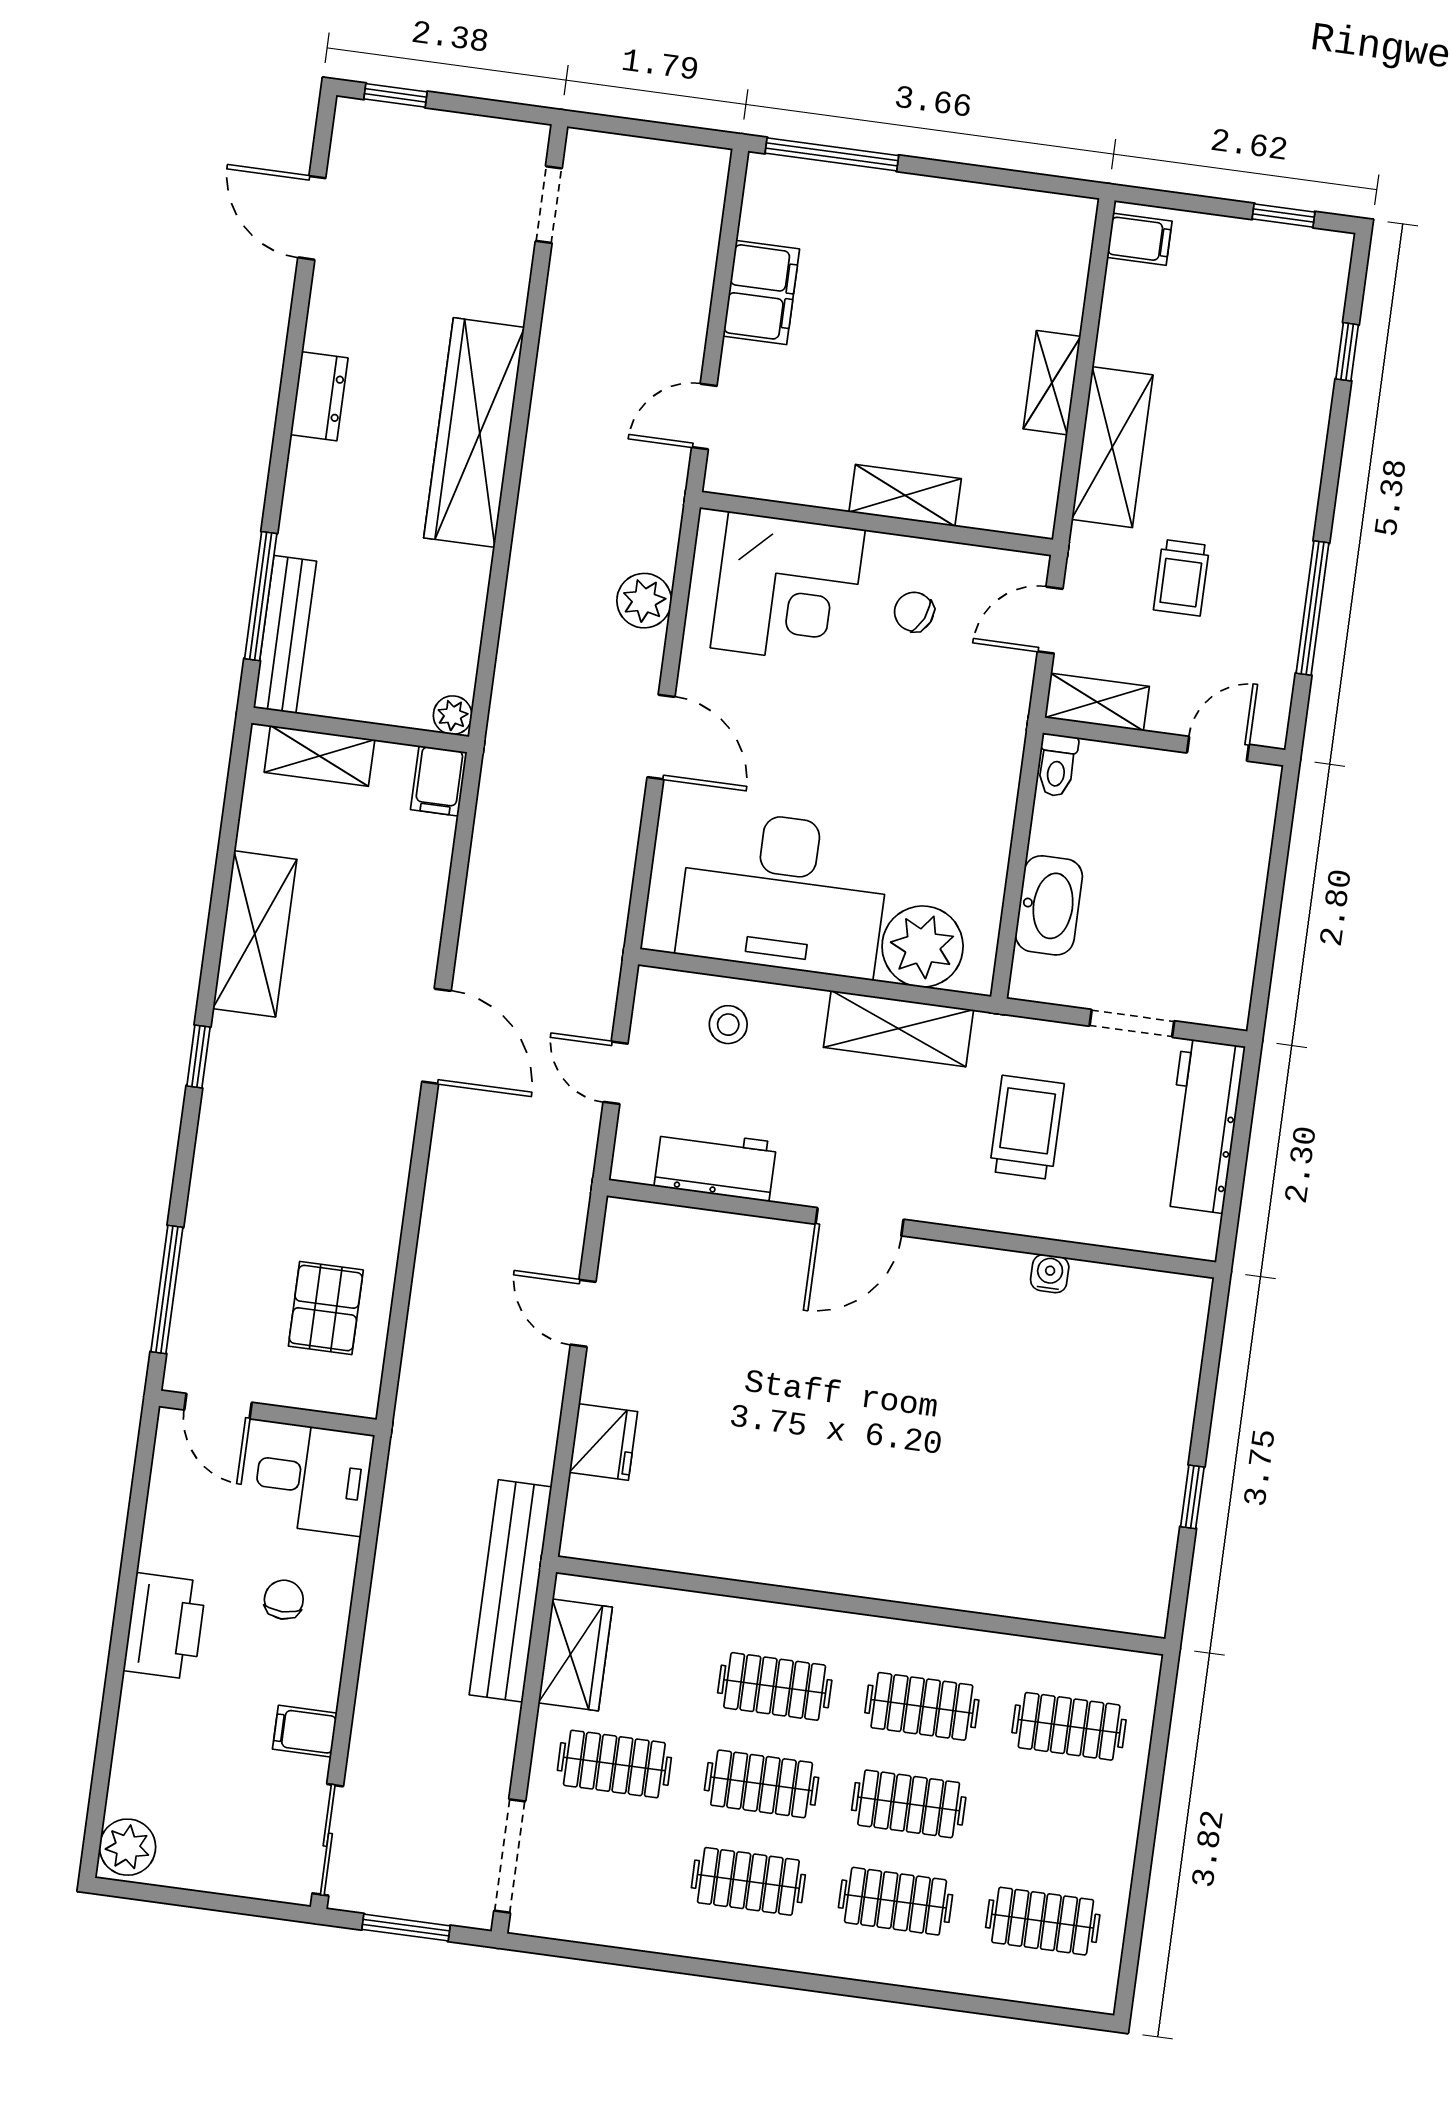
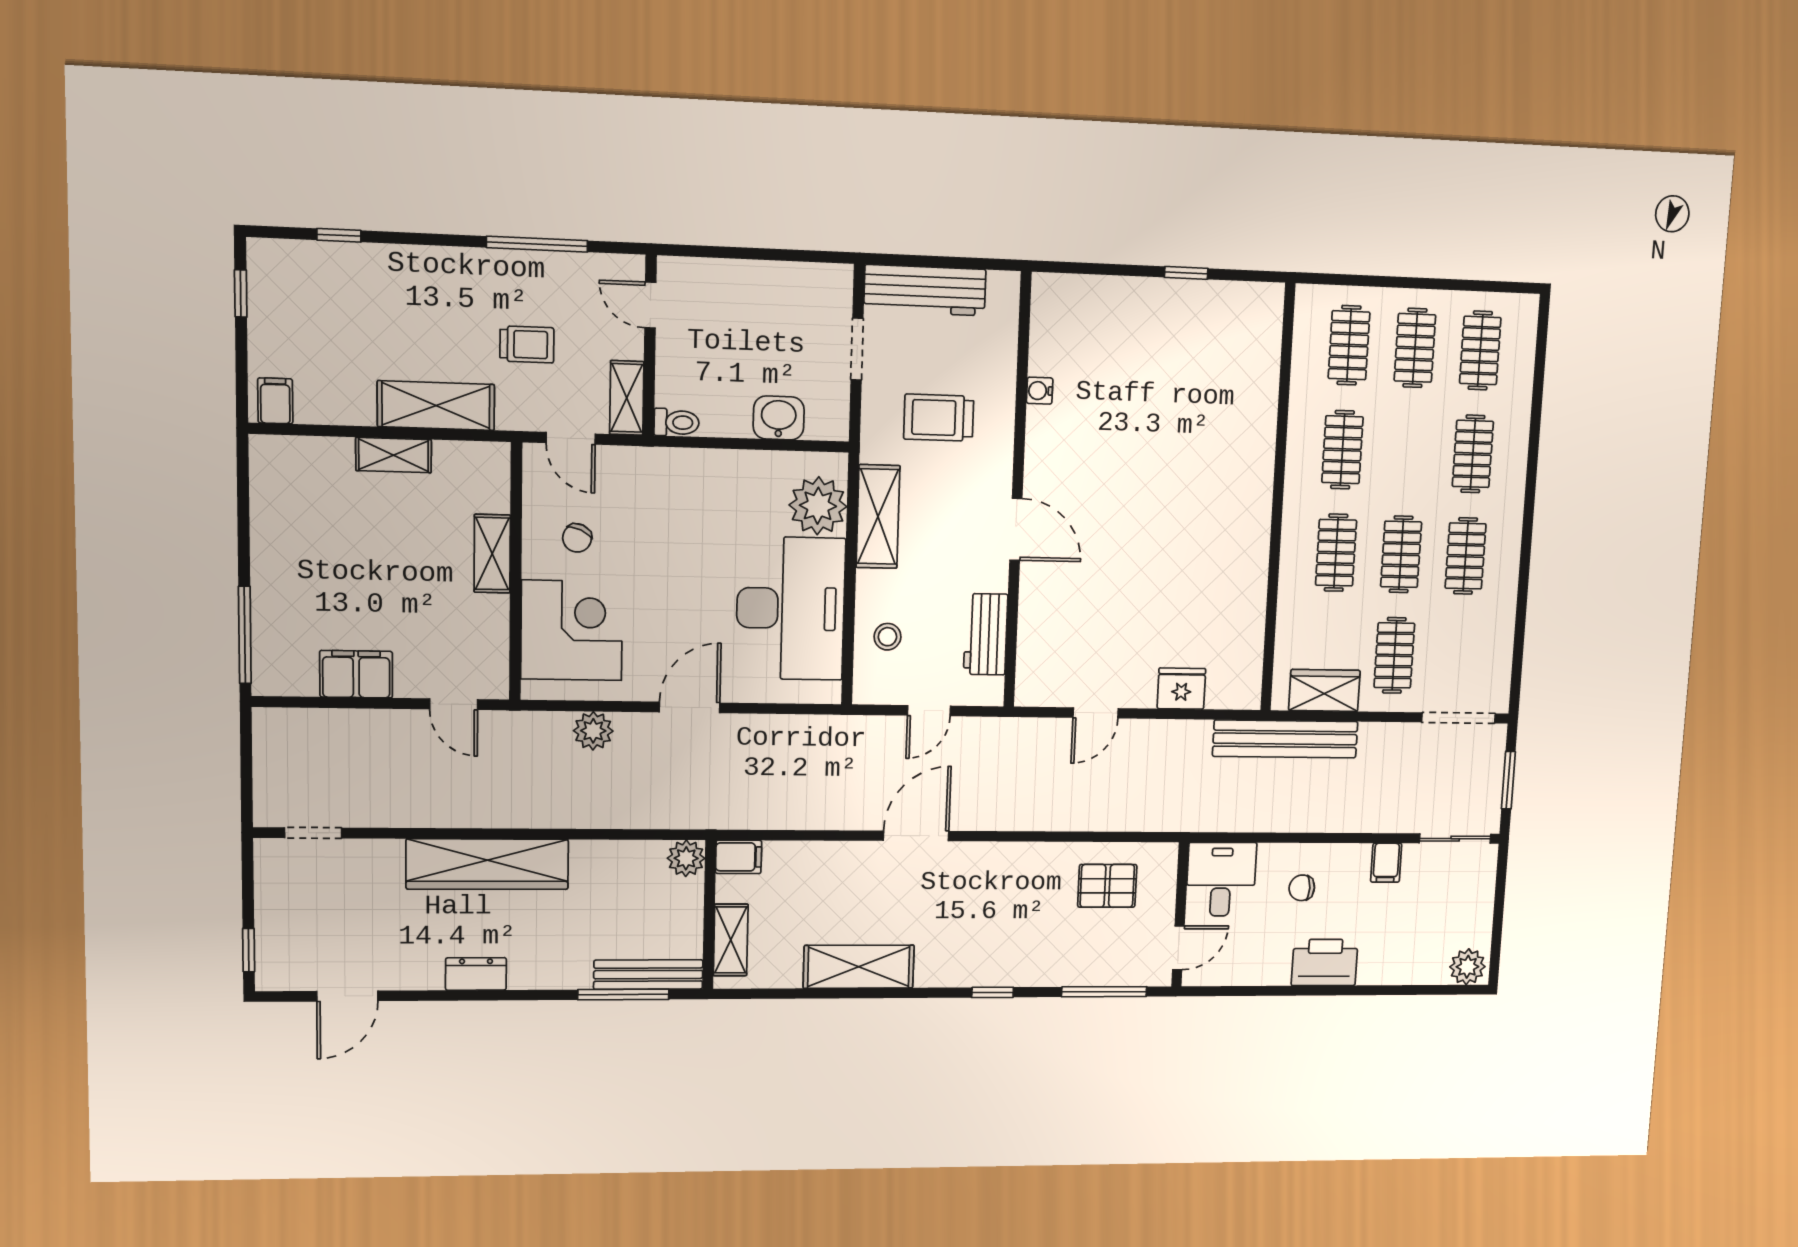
plant: (453, 715) -> (686, 858), width x1.38, depth x1.38
washbasin: (1049, 905) -> (779, 418), width x0.72
window: (198, 1056) -> (993, 992), moved
clothes rail: (909, 1804) -> (1415, 348), moved

